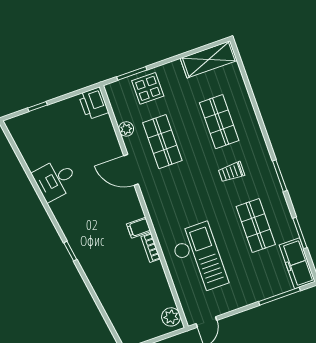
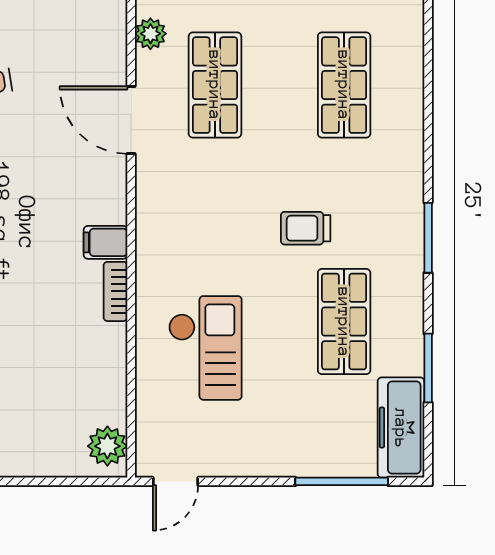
trolley: (231, 172) -> (306, 228), moved
checkout: (199, 259) -> (205, 348), width x0.73, depth x0.83

